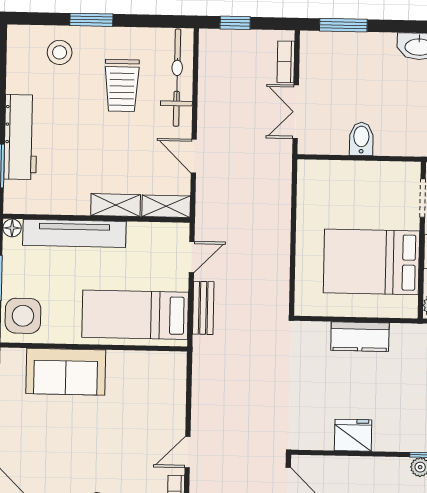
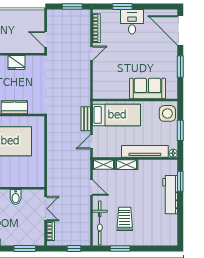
window: (91, 20) -> (120, 248), moved
stool: (60, 52) -> (153, 233), removed

